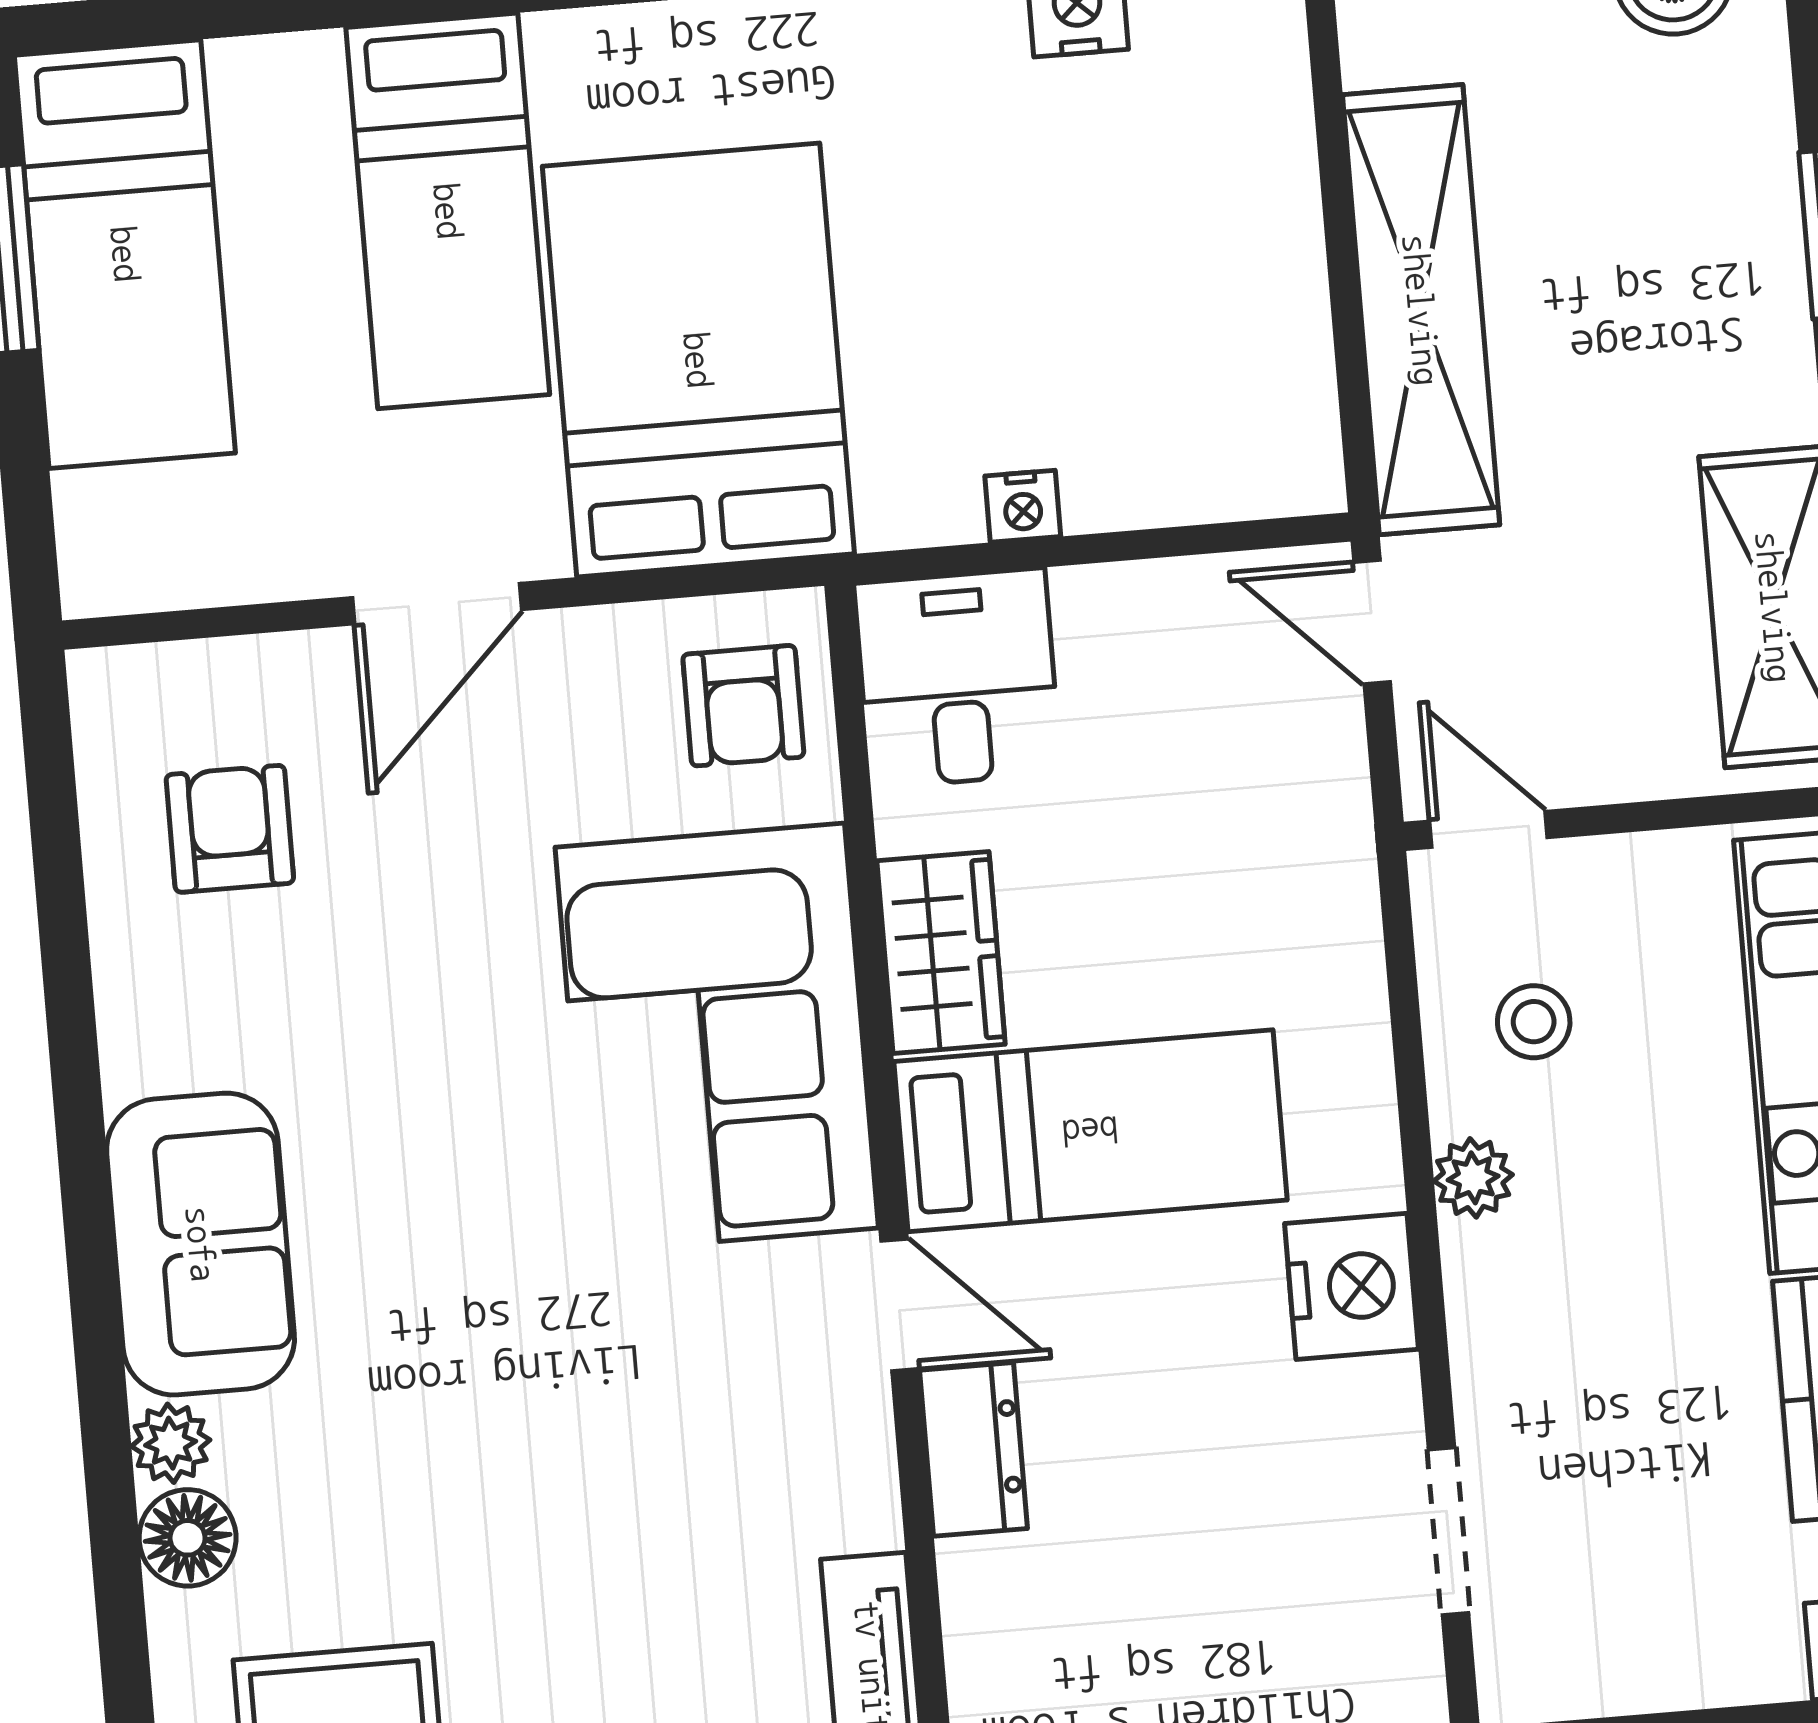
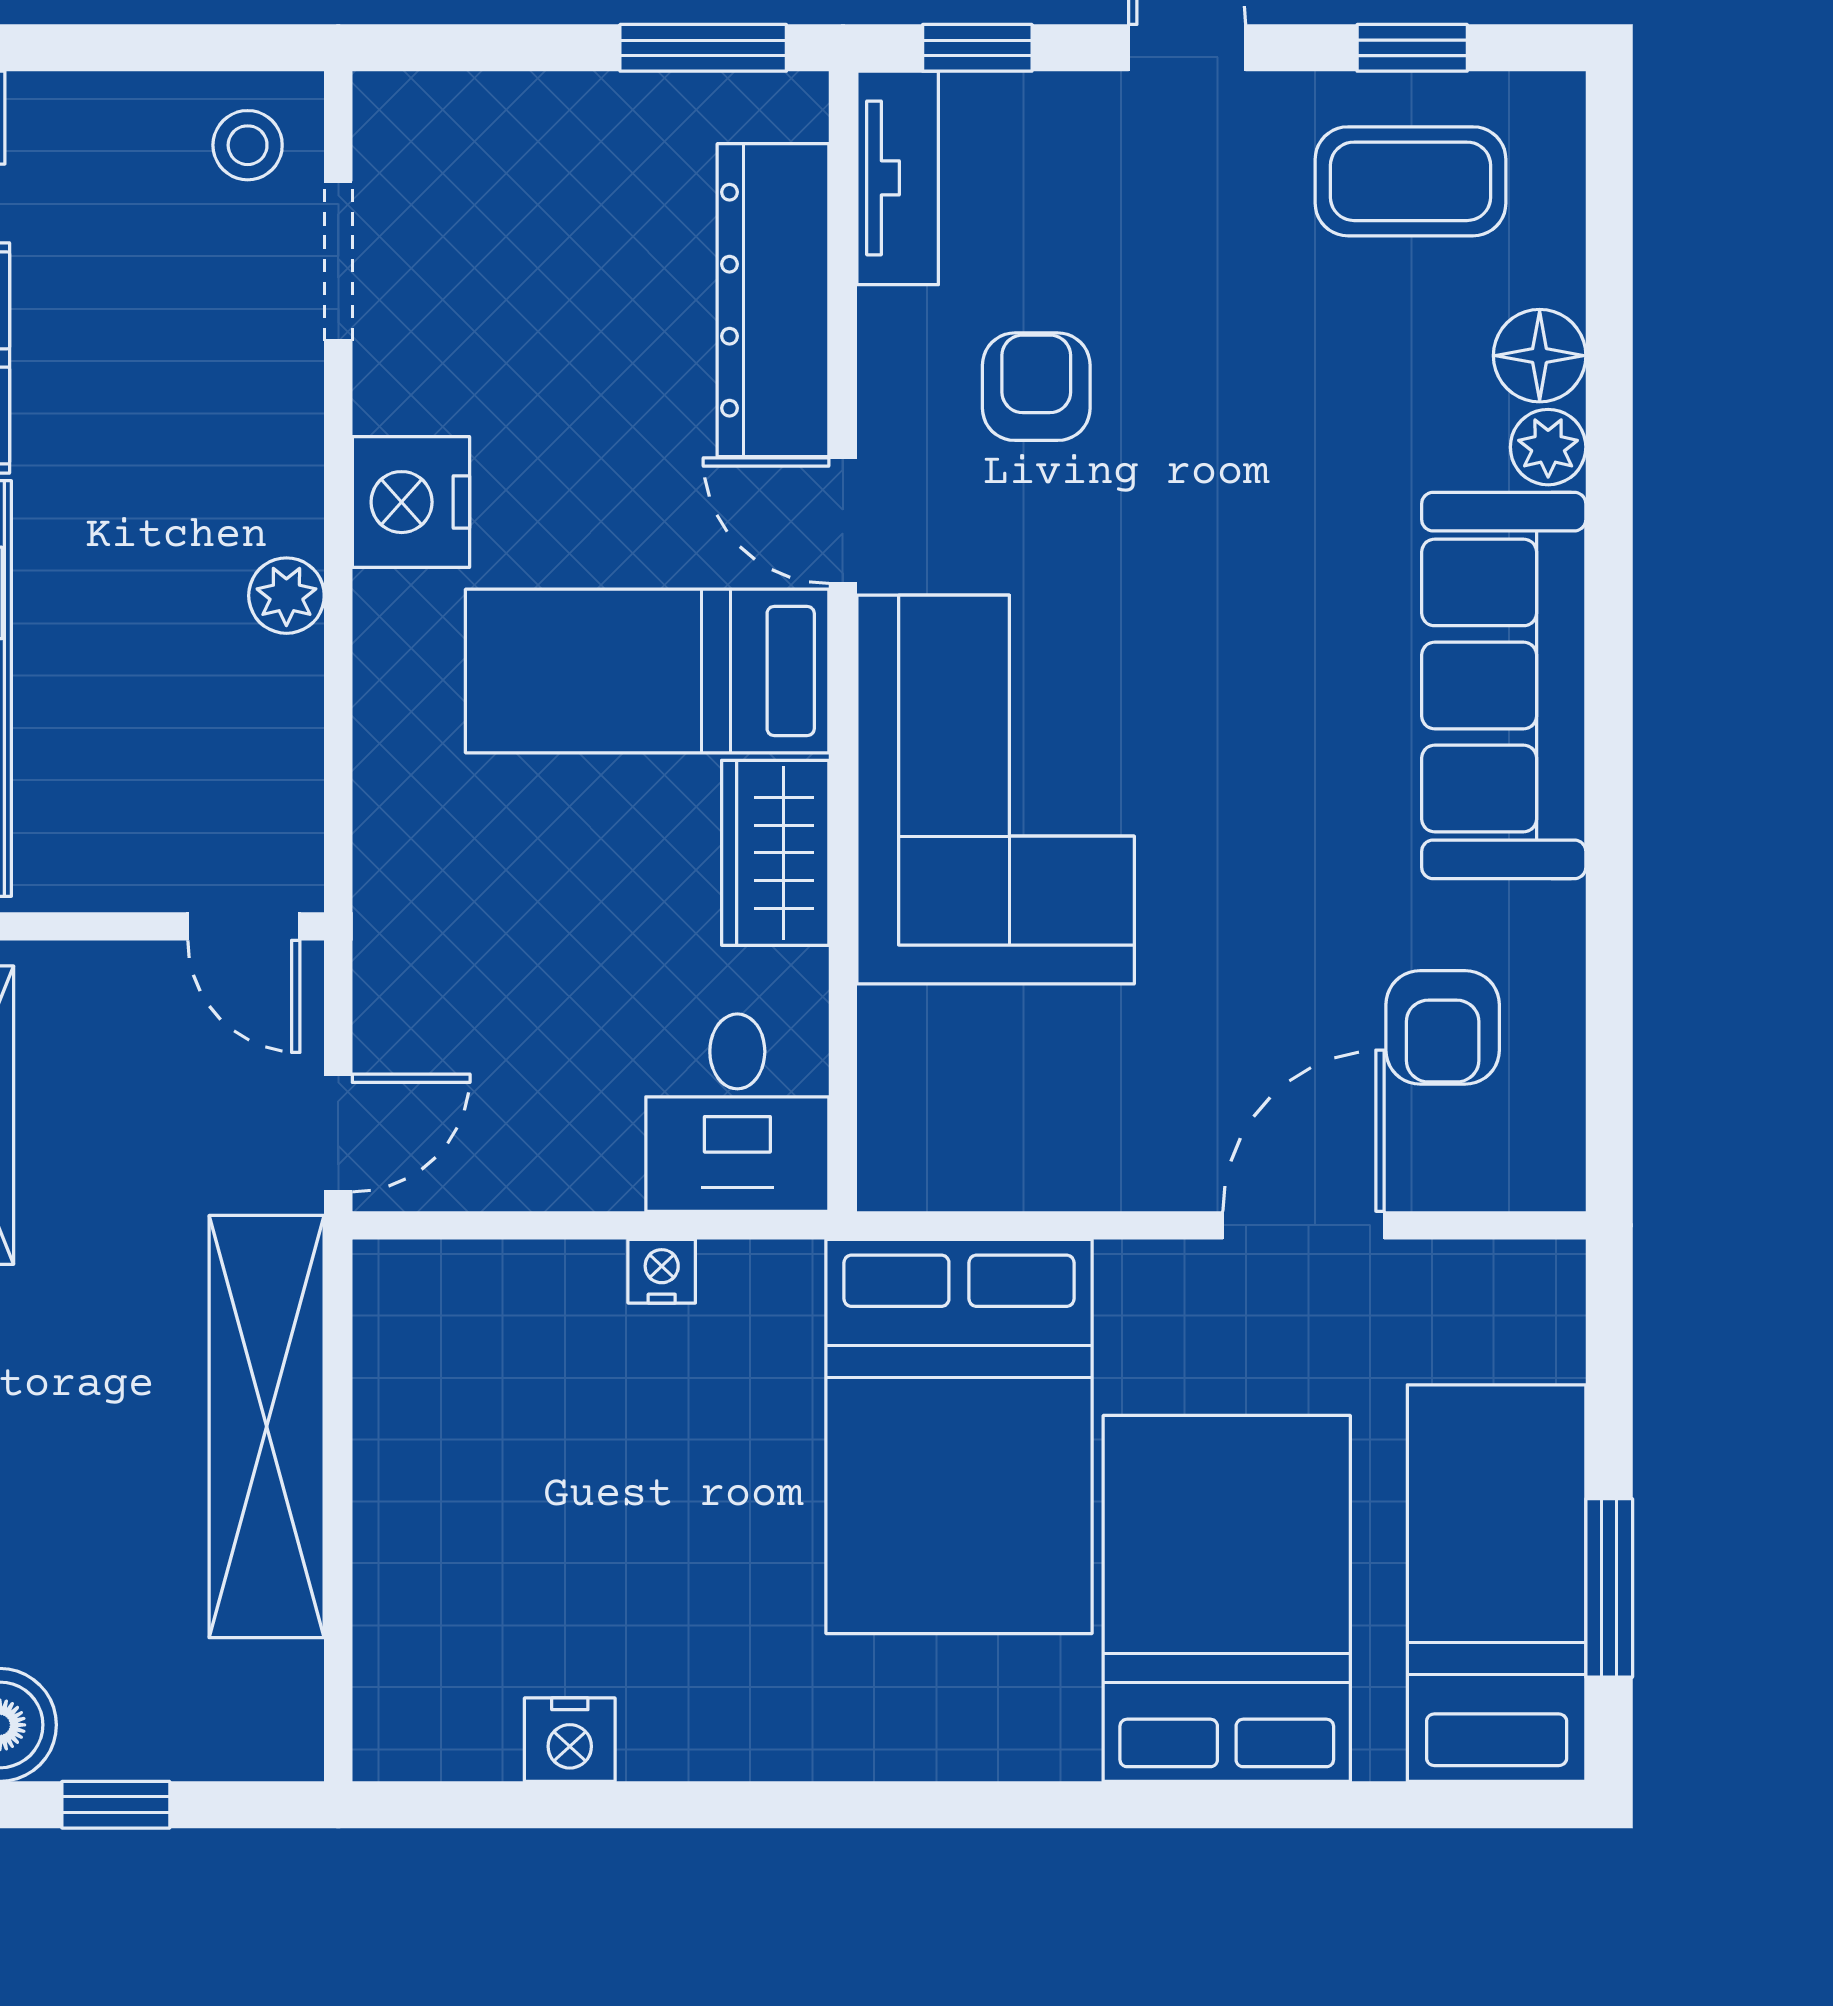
bed: (448, 211) -> (1227, 1598), width x1.50
door: (437, 604) -> (1304, 1225), moved
door: (1372, 622) -> (338, 1133), hinge flipped
armchair: (743, 706) -> (1036, 387), moved
stool: (1534, 1022) -> (248, 145), moved
sofa: (201, 1244) -> (1504, 685), width x1.36
dresser: (973, 1449) -> (773, 300), width x1.96, depth x1.24

